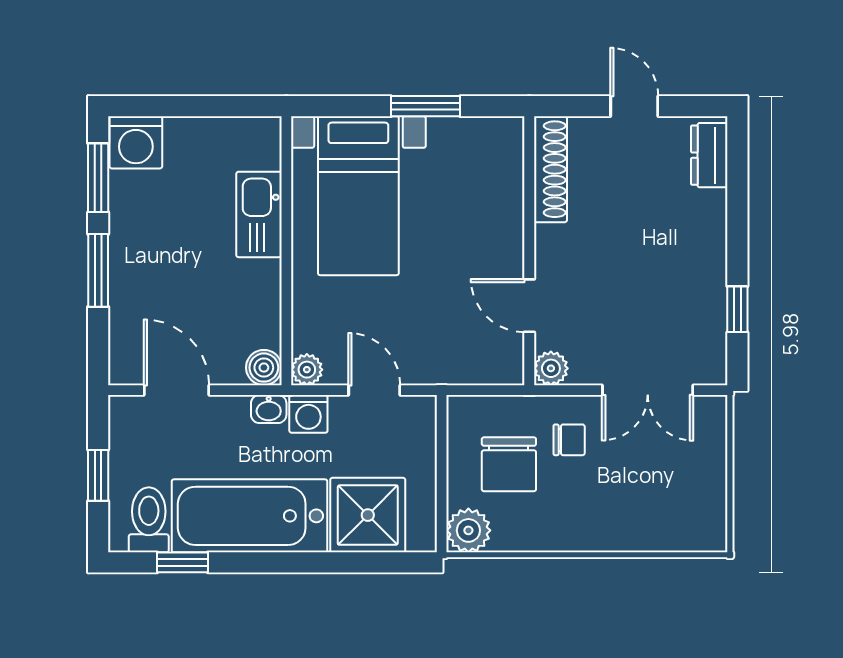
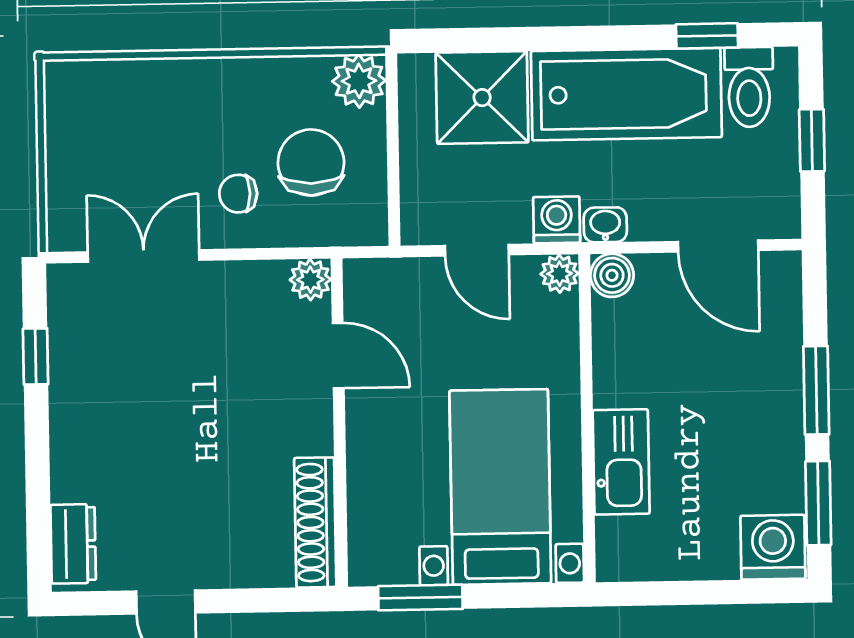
shoe rack: (550, 169) -> (315, 522), moved
wall: (529, 251) -> (339, 423), moved
door: (529, 306) -> (338, 356), moved
plant: (551, 368) -> (310, 280), moved

